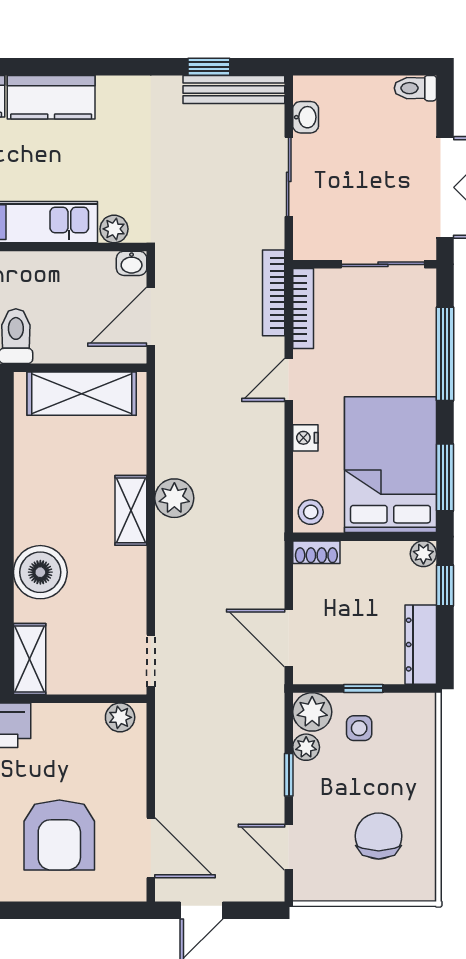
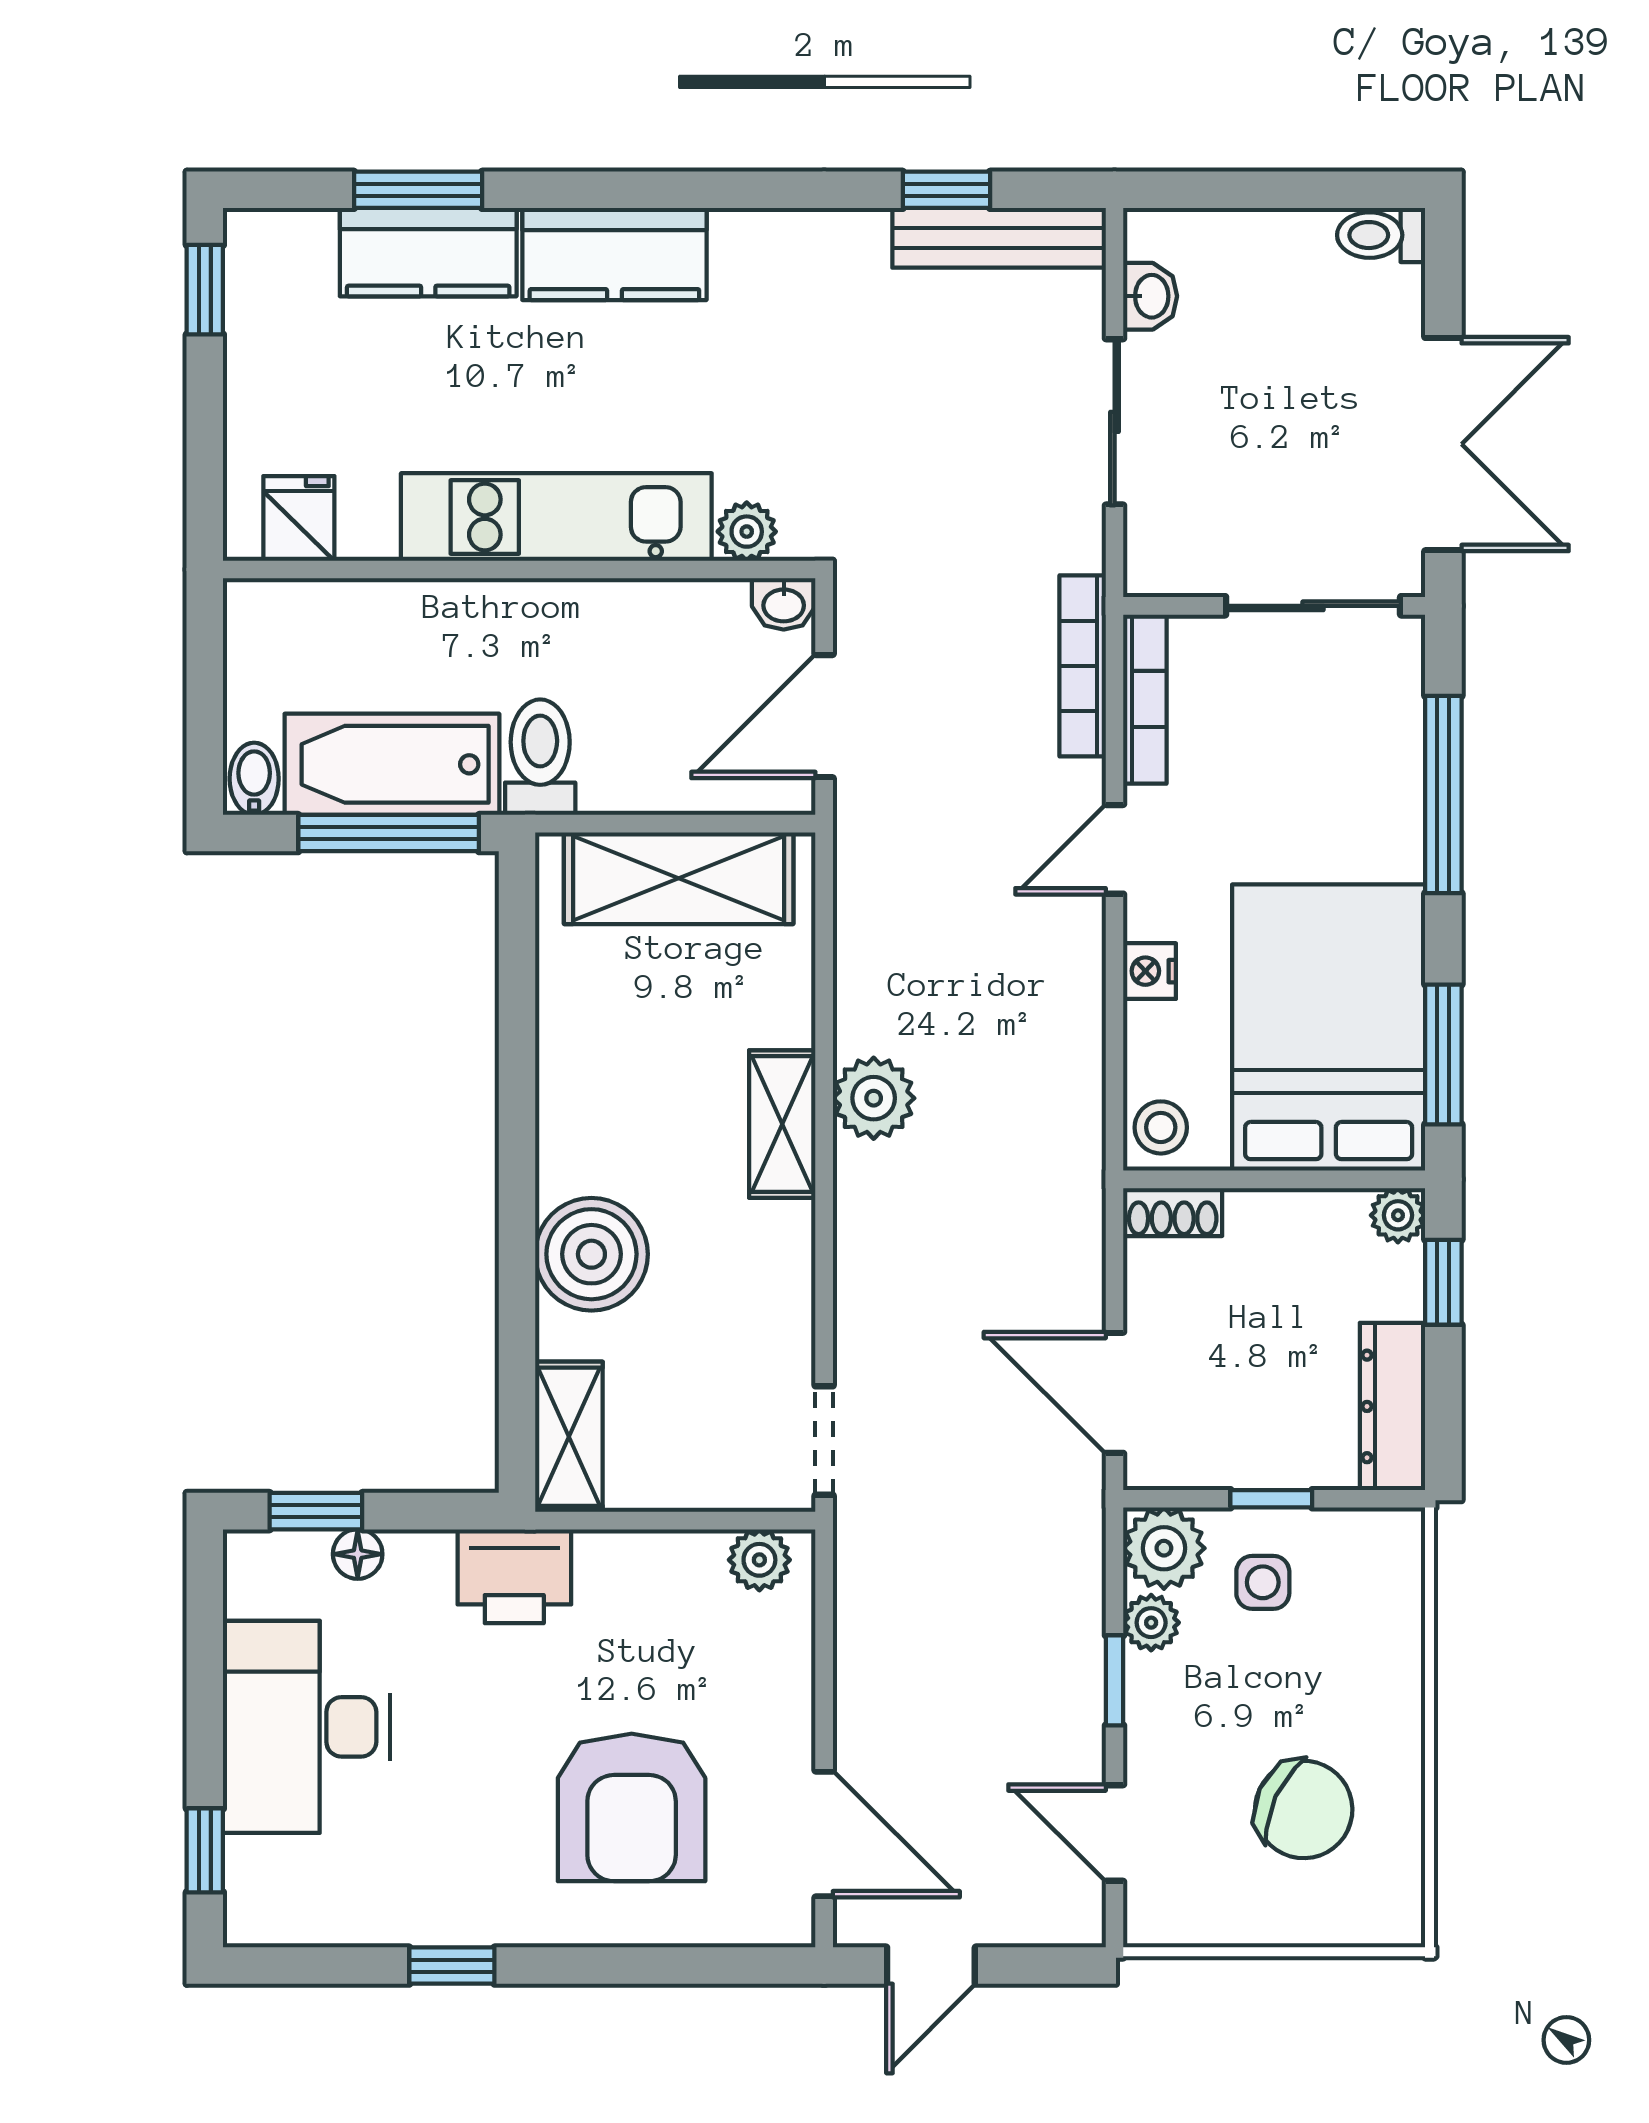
chair: (379, 836) -> (1304, 1810), turned 115

